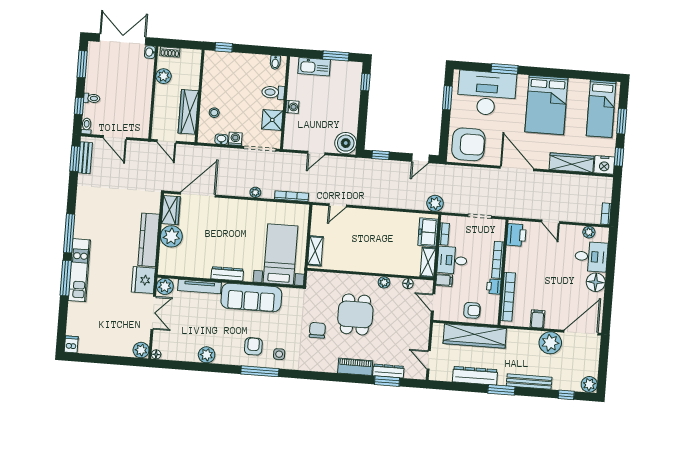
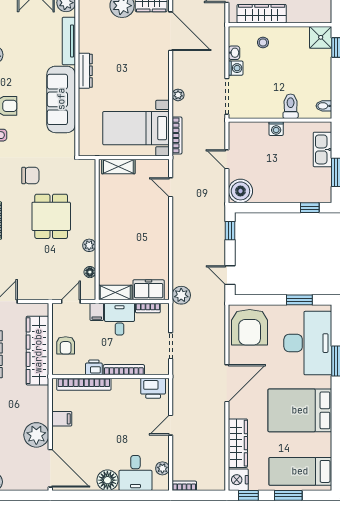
shower: (272, 120) -> (321, 37), moved
bed with nightstands: (280, 254) -> (136, 128), moved, turned 180
dining table: (355, 314) -> (51, 216), turned 90

